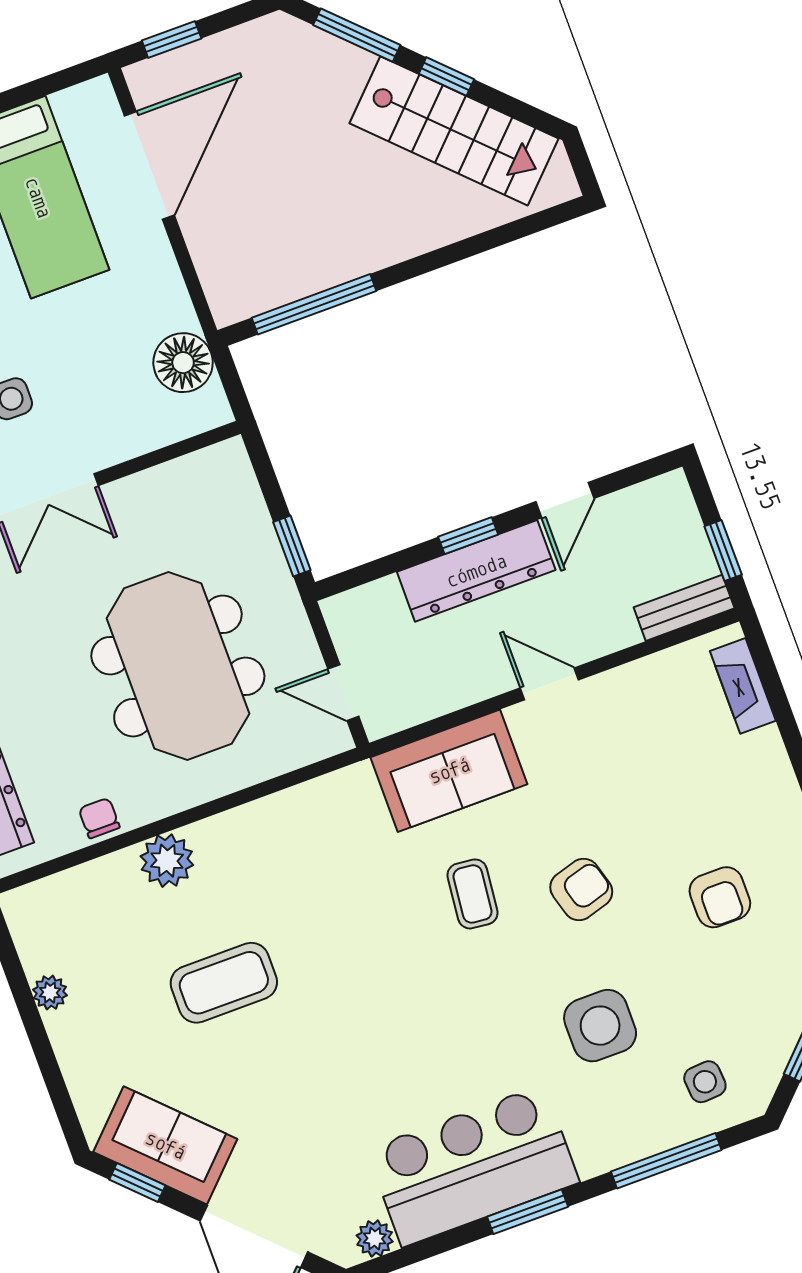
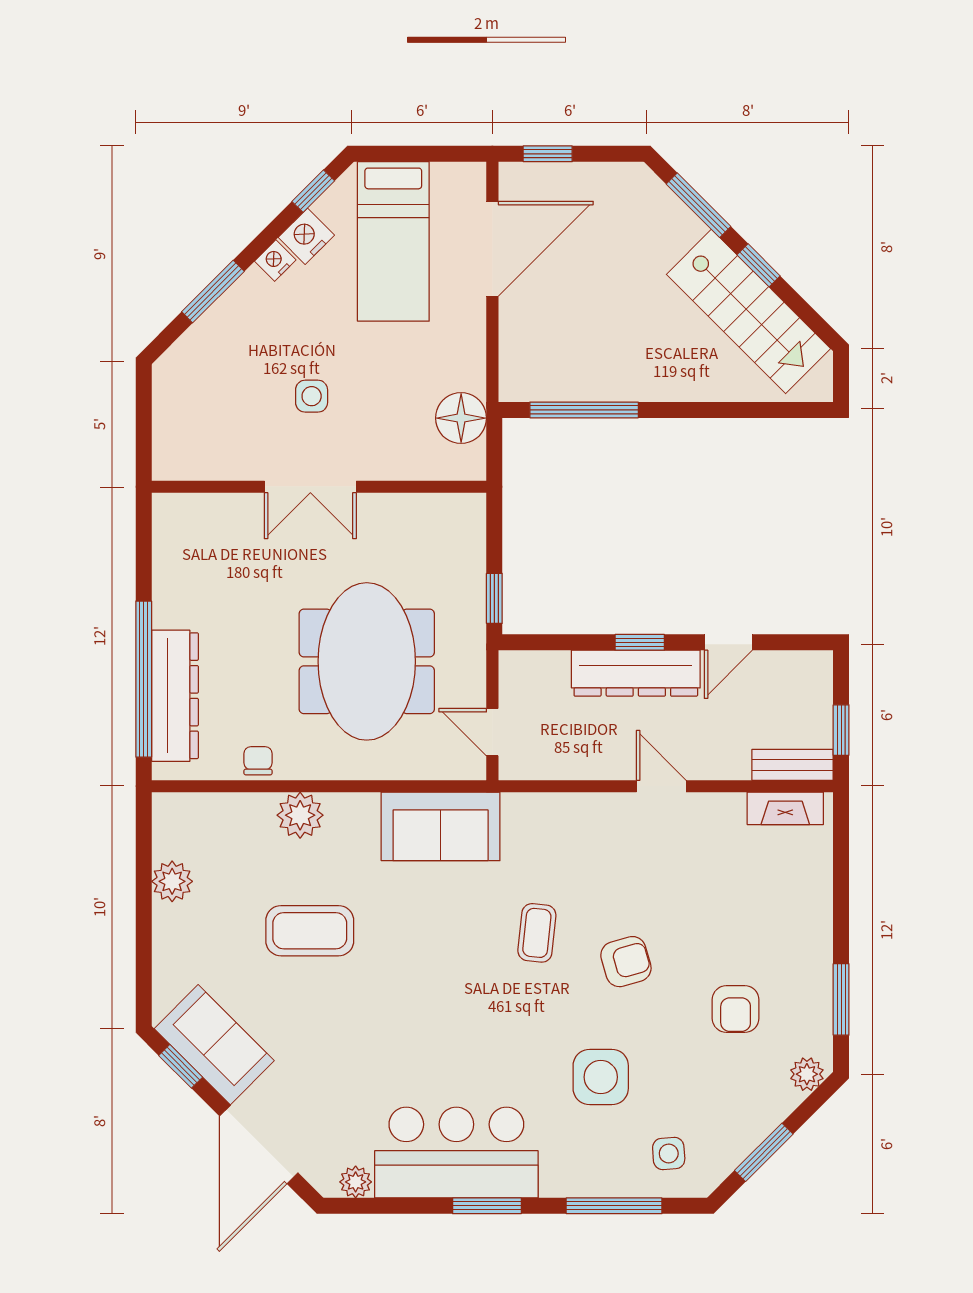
fireplace: (743, 686) -> (785, 808), moved, turned -90
sofa: (449, 771) -> (441, 826), moved
plant: (50, 992) -> (172, 881), width x1.38, depth x1.38

